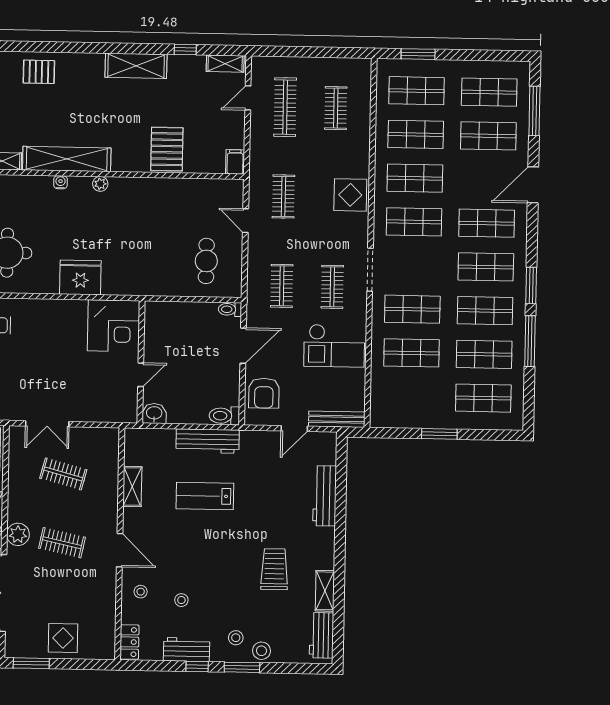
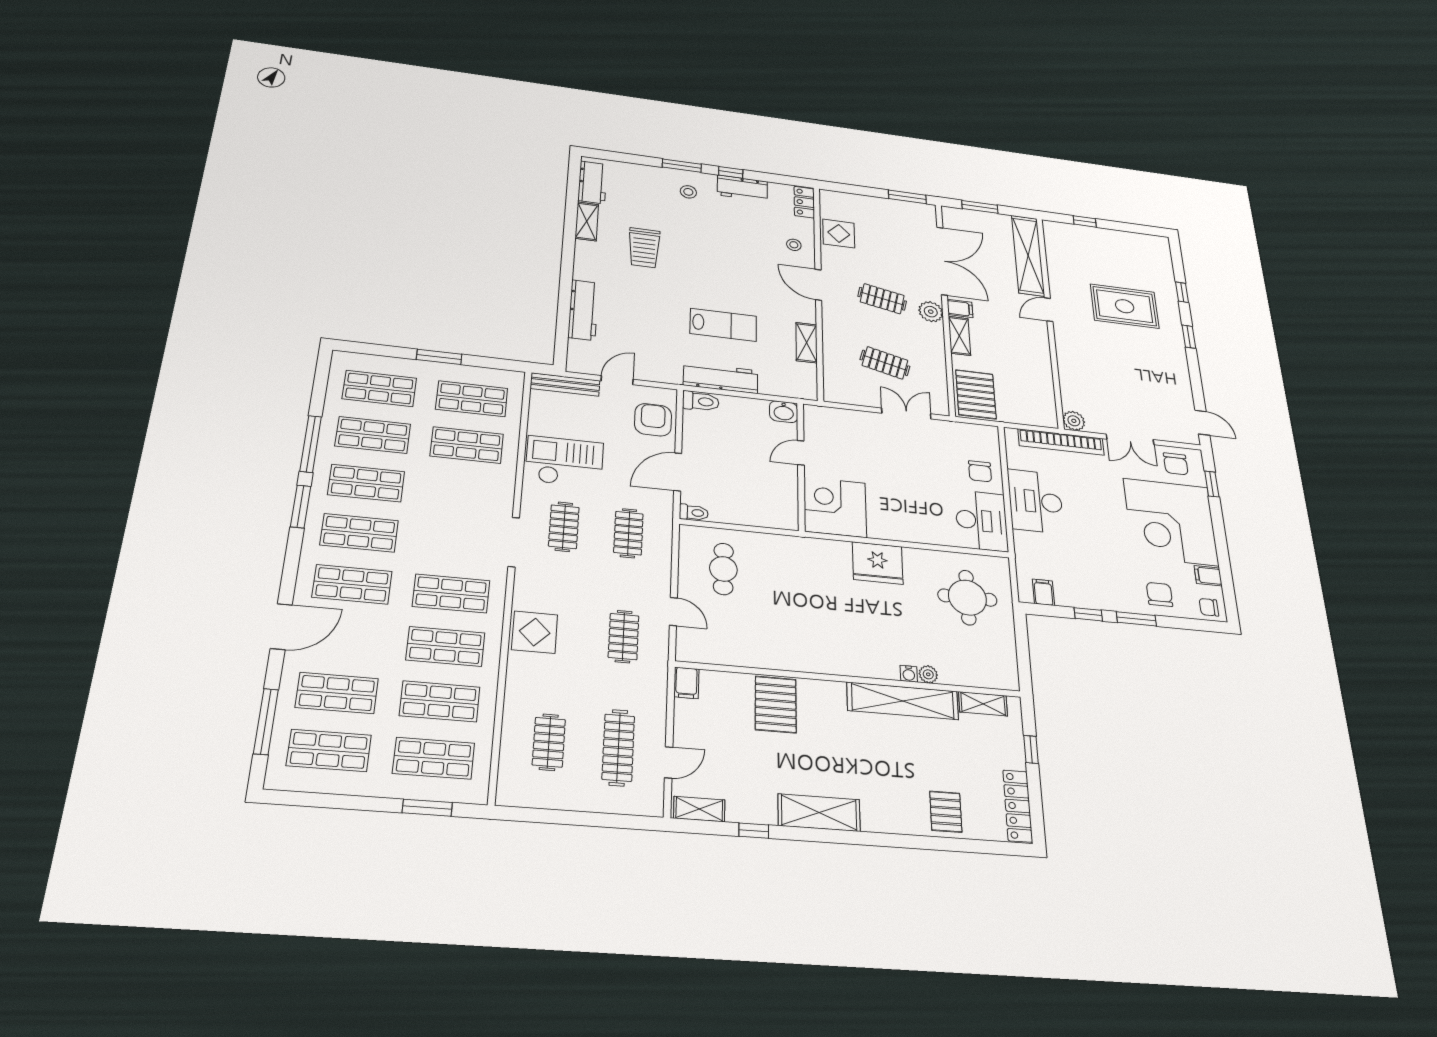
pallet: (39, 72) -> (946, 812), turned 90
plant: (100, 184) -> (928, 674), moved
shop shelf: (412, 309) -> (472, 399), moved
stool: (181, 600) -> (749, 232), removed
display table: (63, 638) -> (839, 233), moved
stool: (262, 651) -> (660, 177), removed

